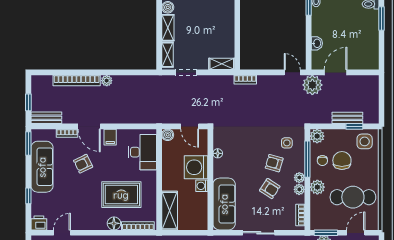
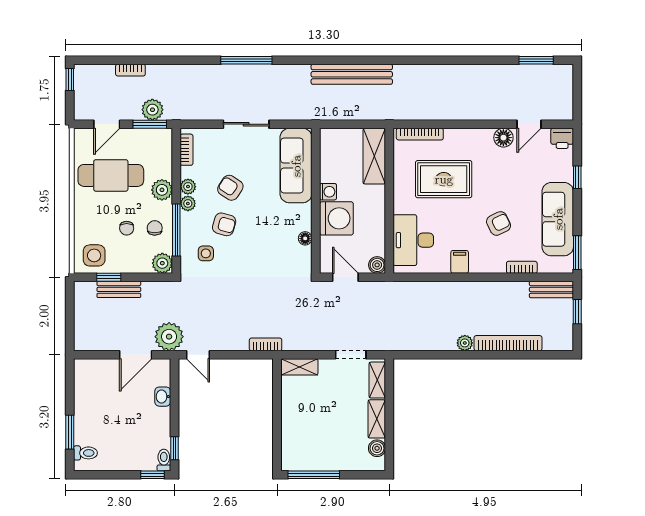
door: (89, 126) -> (490, 277), removed
chair: (342, 160) -> (127, 228), width x0.54, depth x0.54
floor lamp: (114, 223) -> (503, 138), moved

